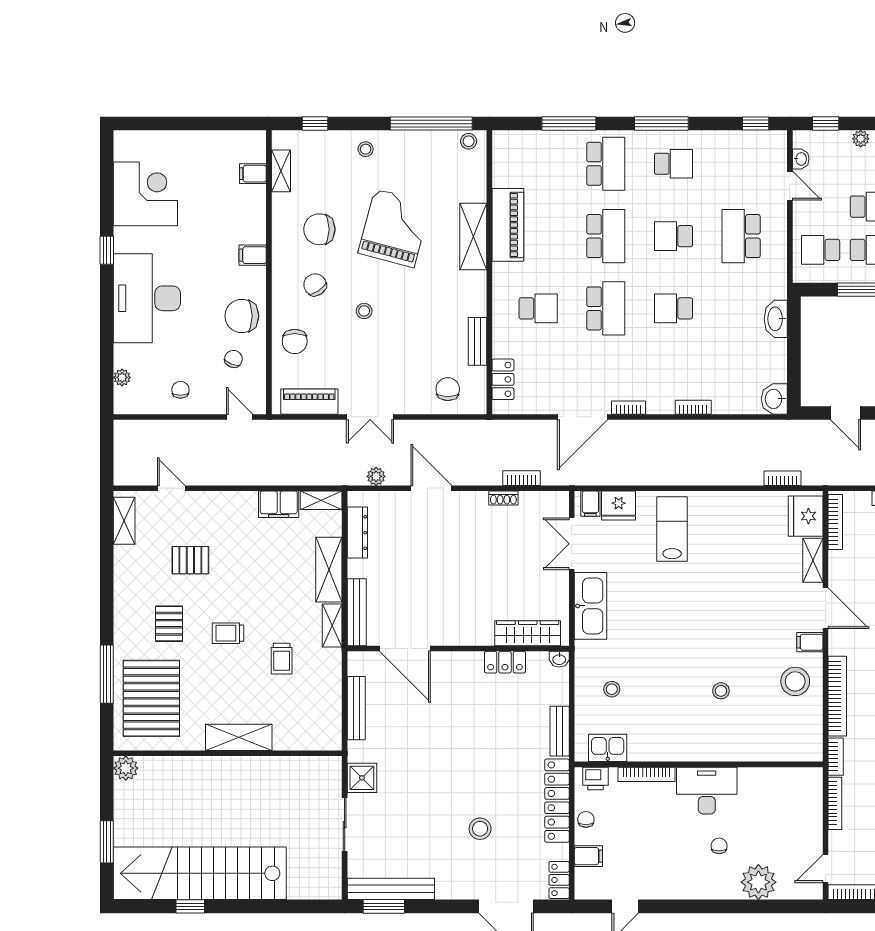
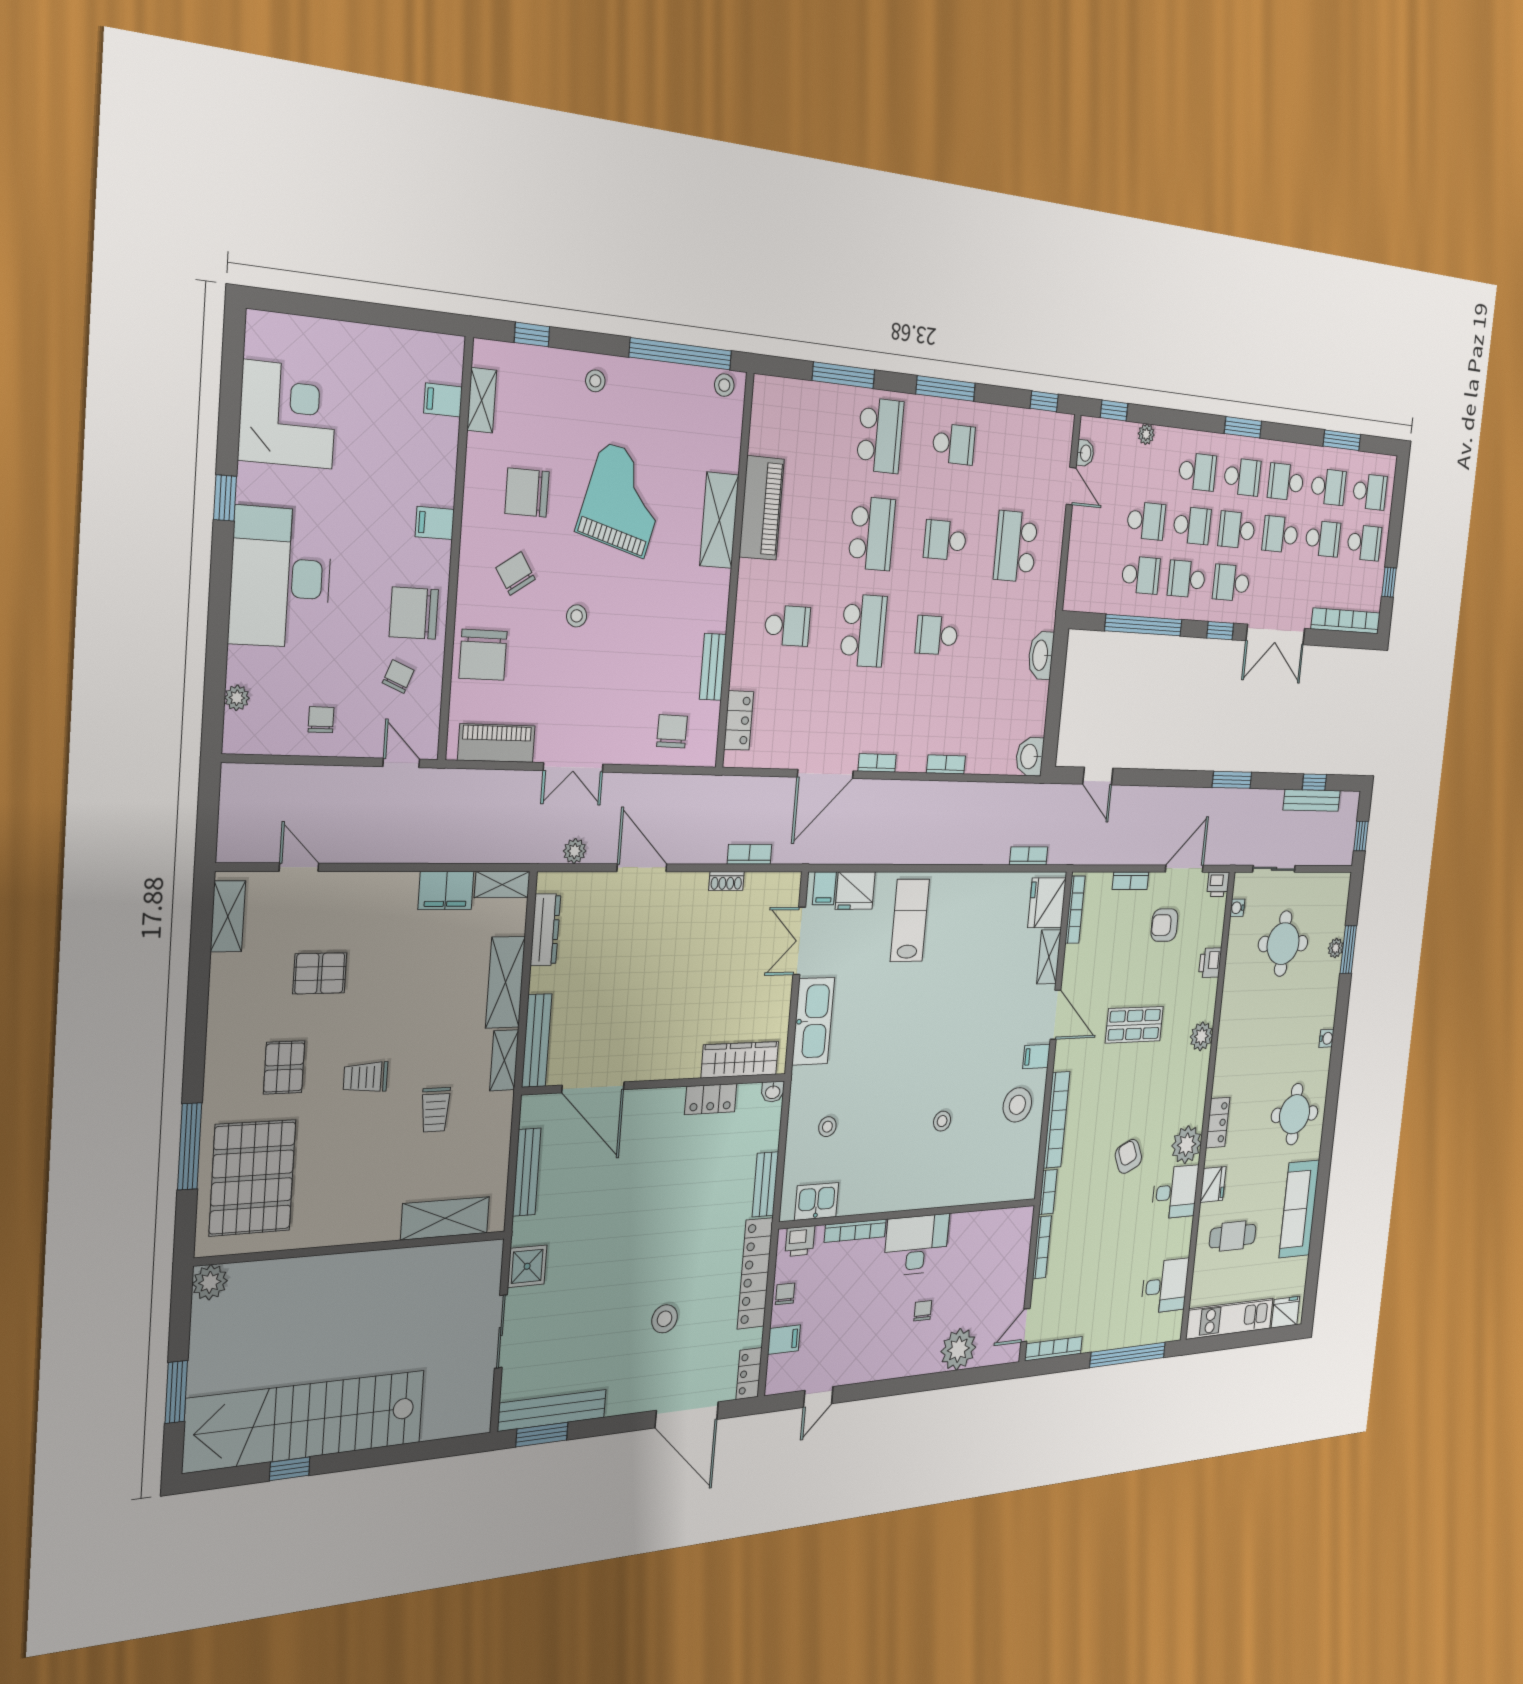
school desk: (821, 250) -> (1094, 571), removed
chair: (295, 341) -> (483, 655), width x1.37, depth x1.37
shelving: (239, 737) -> (445, 1218), moved

